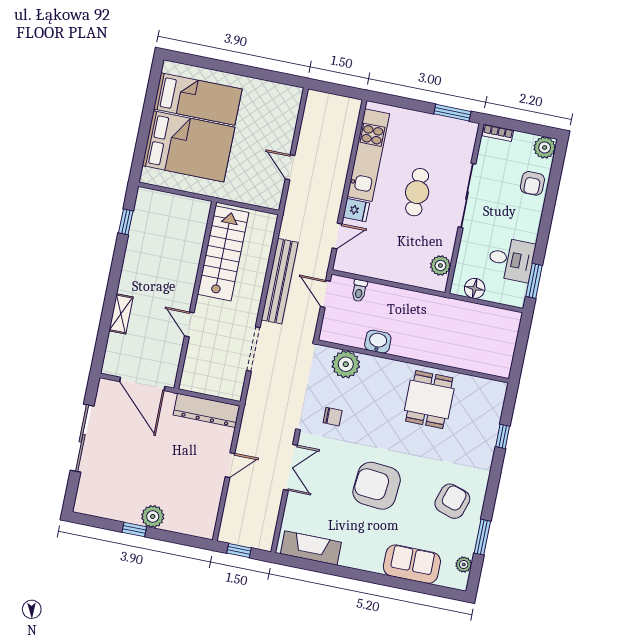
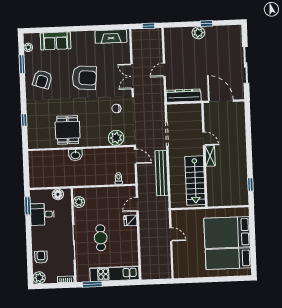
kitchen unit: (368, 155) -> (115, 274), moved, turned 90
door: (325, 294) -> (135, 156), moved
shelving: (121, 314) -> (210, 156), moved
washbasin: (378, 342) -> (75, 155), moved

